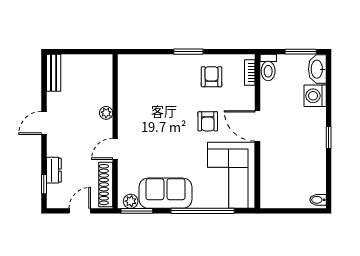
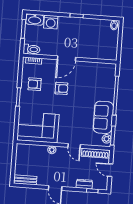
corner sofa: (231, 175) -> (38, 127), moved, turned 180

